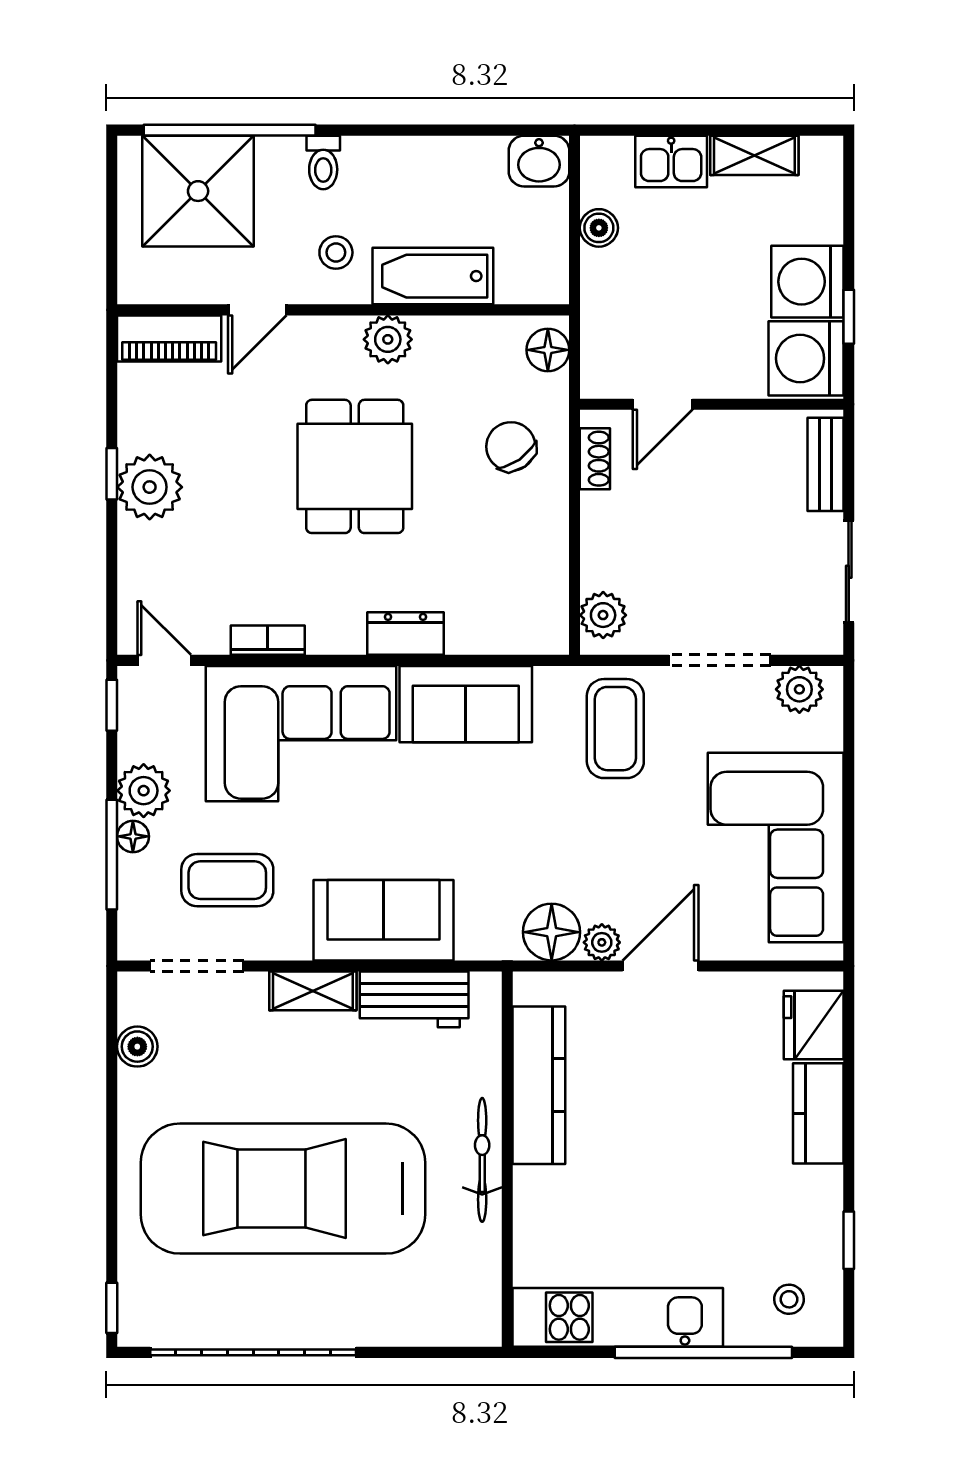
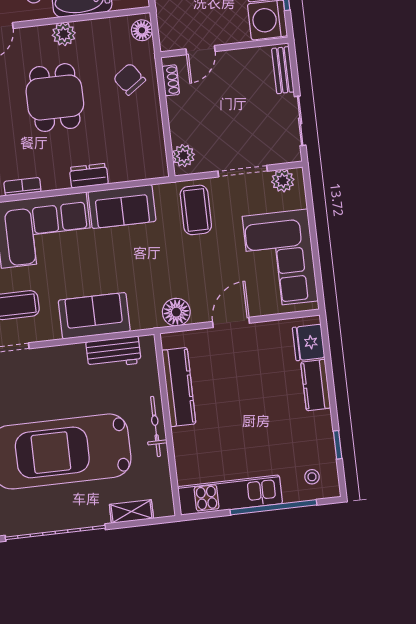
plant: (602, 942) -> (201, 314), removed
shelving: (313, 991) -> (131, 511), moved

